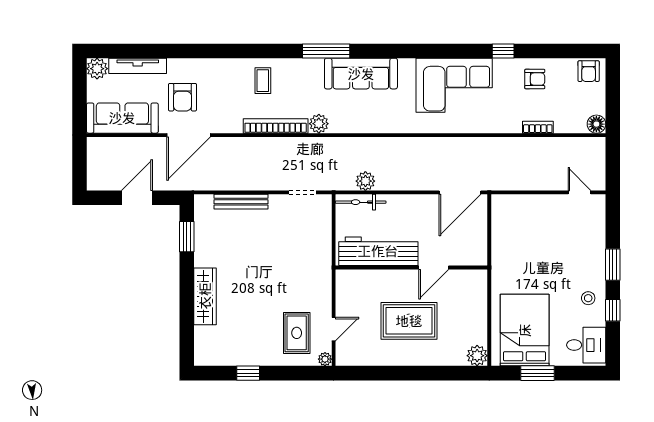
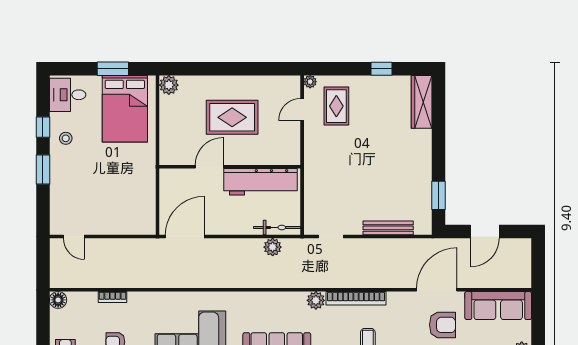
armchair: (182, 97) -> (442, 325), turned 90
wardrobe: (205, 296) -> (422, 102), moved

